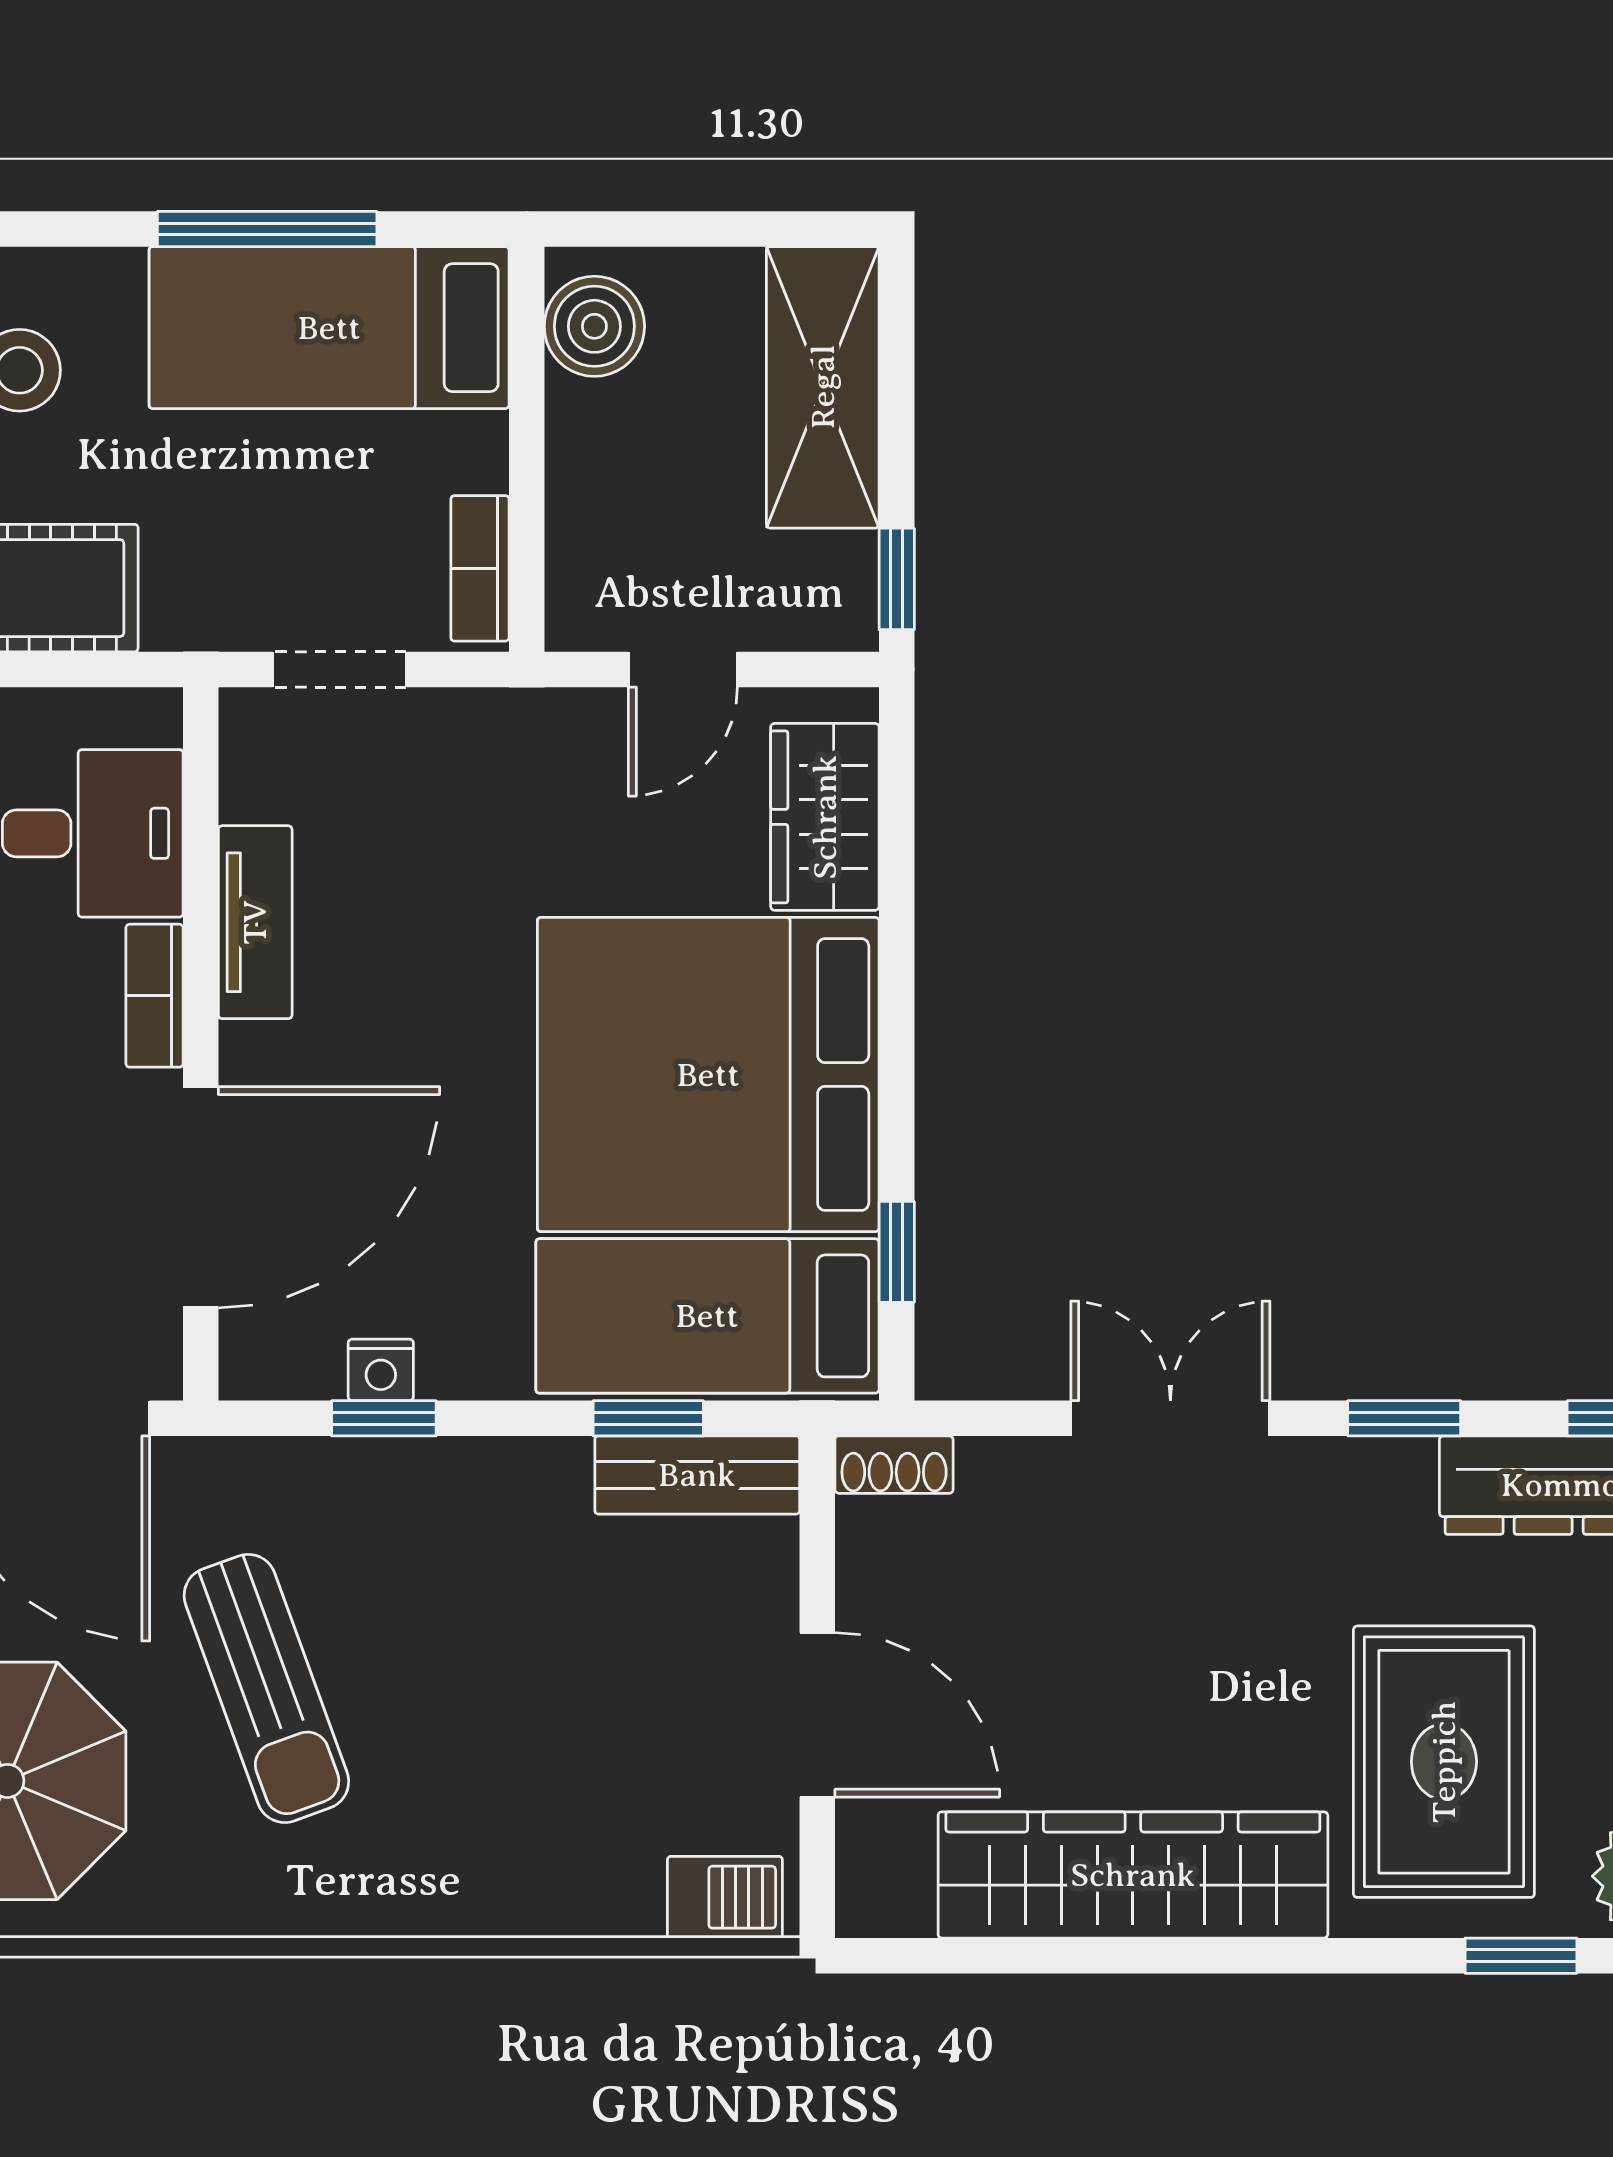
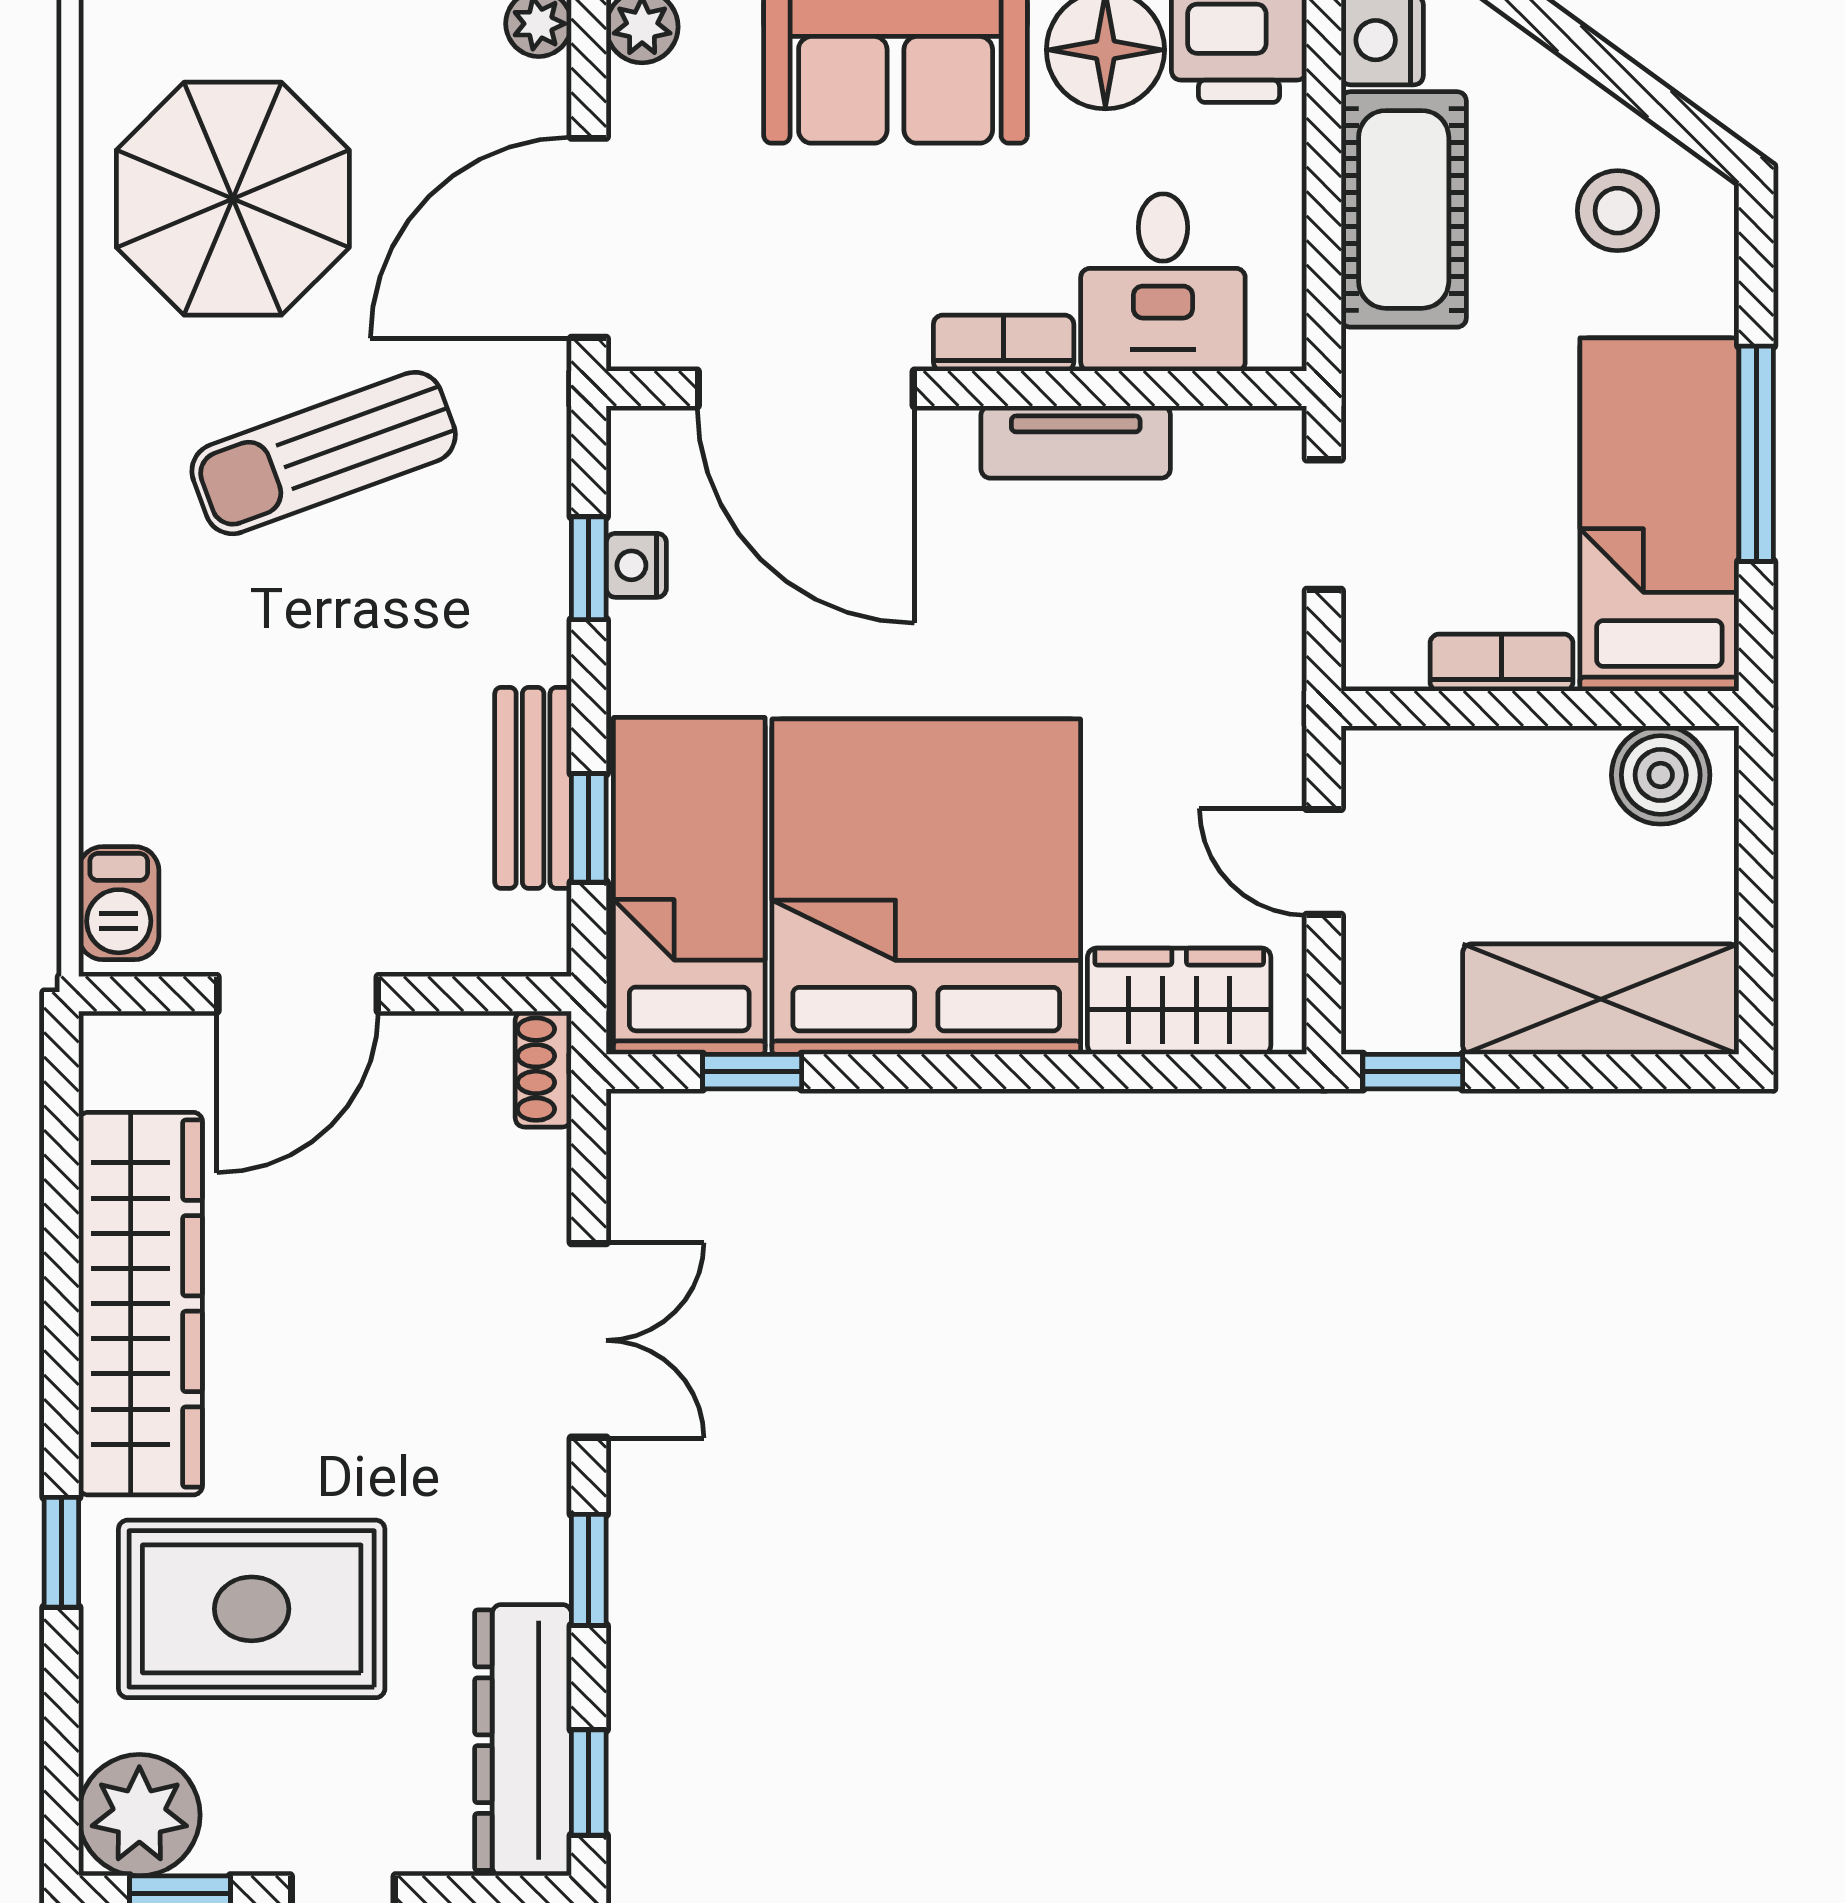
bookcase: (480, 568) -> (1502, 663), moved
bench: (697, 1475) -> (533, 788), moved
window: (1521, 1956) -> (61, 1552), moved

